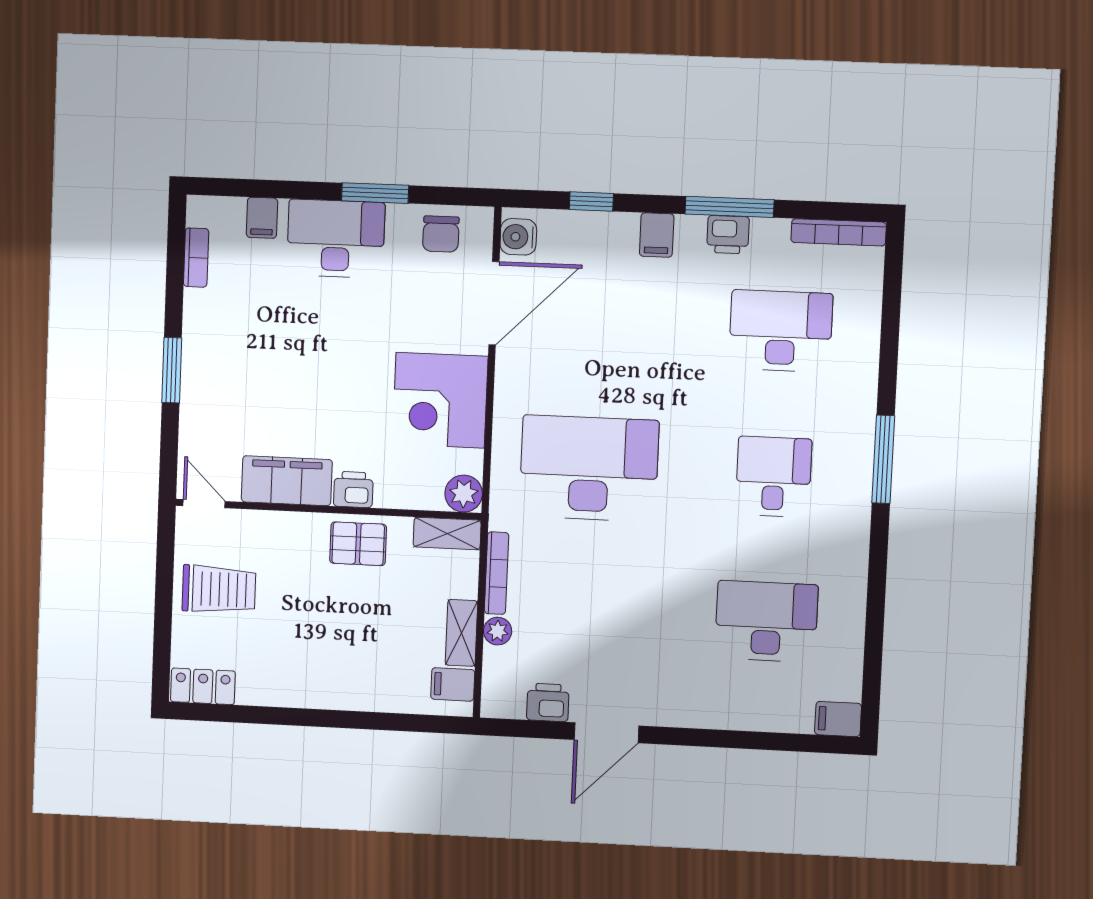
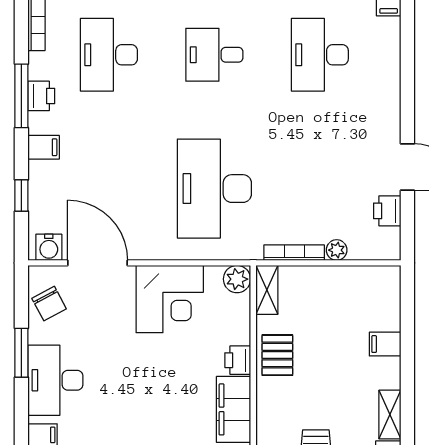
chair: (441, 234) -> (49, 304), turned 62
shelving: (461, 633) -> (390, 415), moved, turned 90
filing cabinet: (453, 684) -> (385, 344), moved, turned 90

